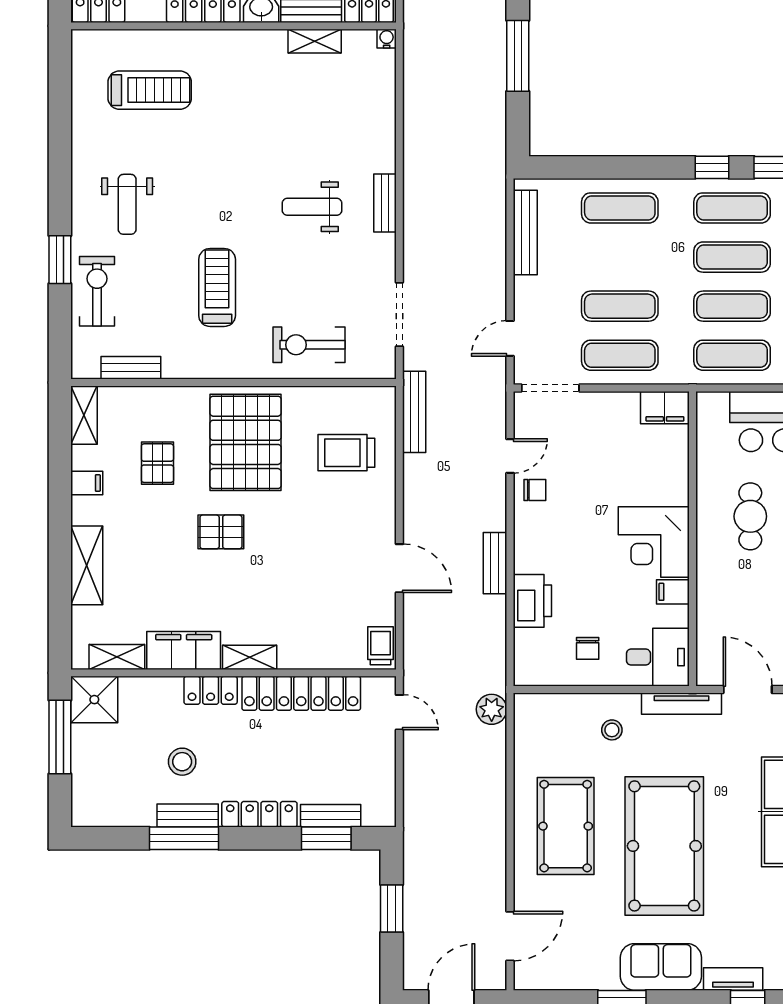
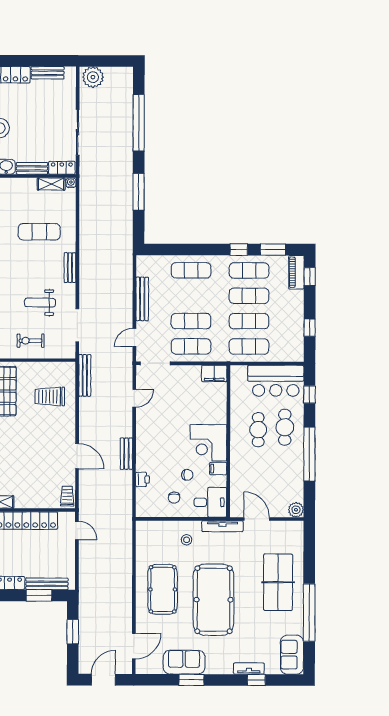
shelving: (315, 41) -> (51, 184), moved
exercise mat: (325, 134) -> (39, 232), added
weight bench: (312, 207) -> (40, 303), moved
bench: (525, 233) -> (142, 299), moved
exercise bike: (309, 345) -> (31, 341), width x0.73, depth x0.72
chair: (535, 490) -> (187, 475), moved
printer: (532, 601) -> (142, 479), width x0.53, depth x0.68
plant: (492, 709) -> (124, 529), removed
bench: (331, 816) -> (47, 584), width x1.36
sofa: (661, 967) -> (184, 662), moved

